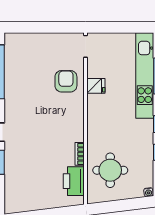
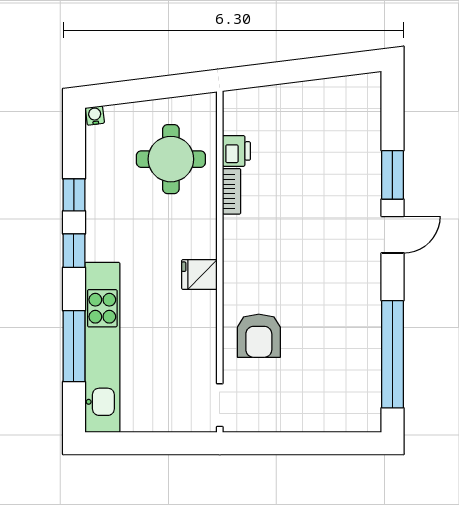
fridge: (96, 86) -> (199, 274), moved
printer: (74, 181) -> (236, 151), width x0.53, depth x0.68

